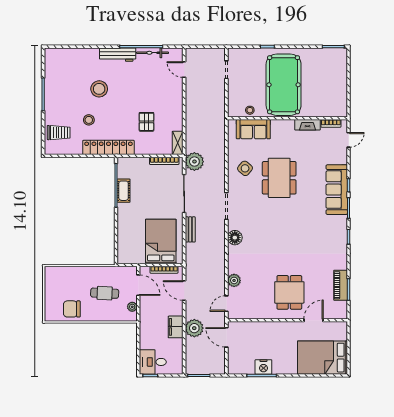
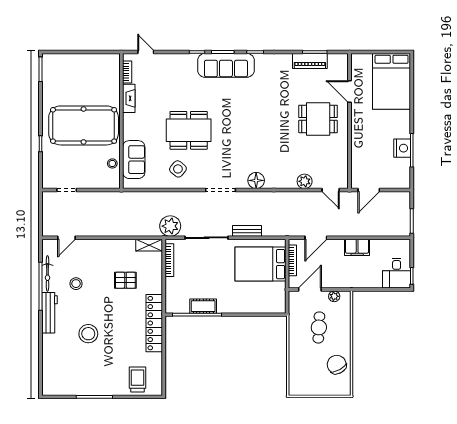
stool: (89, 120) -> (76, 284), moved
sofa: (337, 190) -> (226, 65), moved
chair: (72, 309) -> (337, 365), turned 151
plant: (194, 328) -> (358, 226), removed

